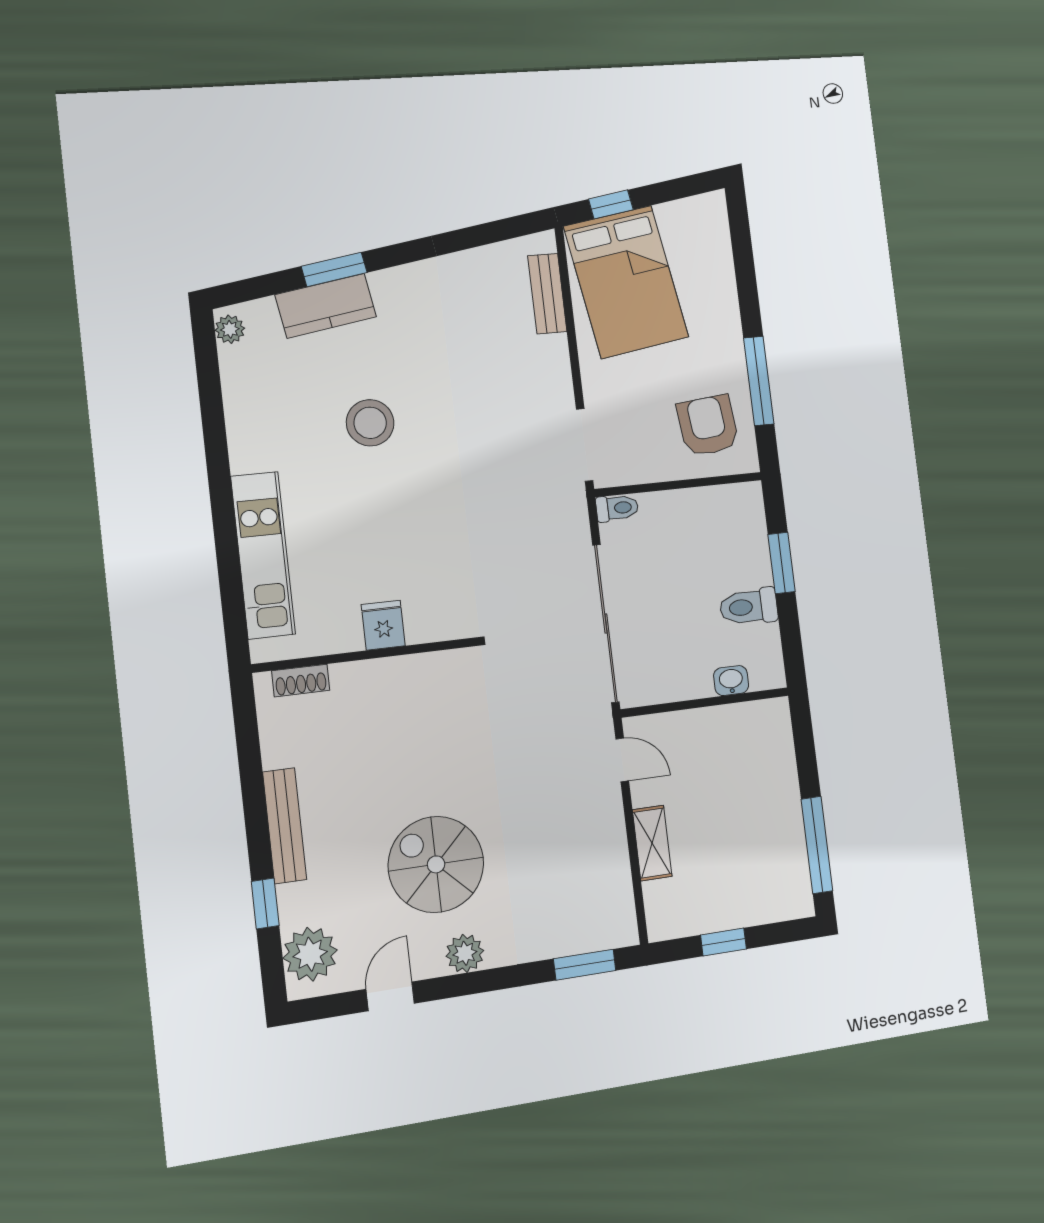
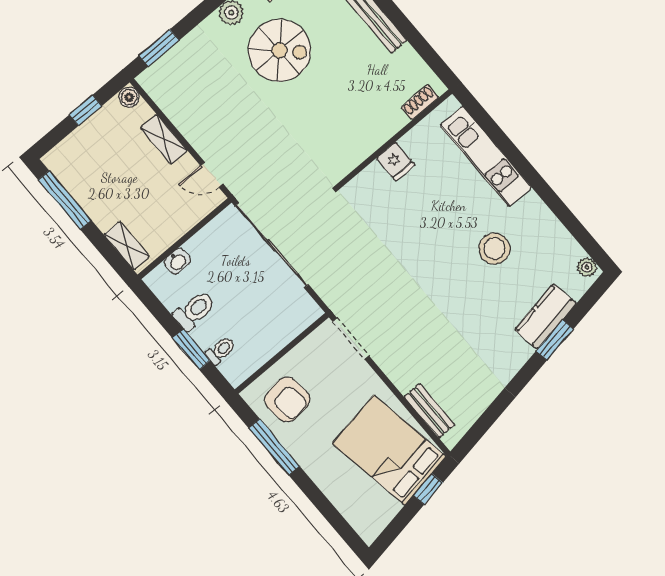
stool: (370, 423) -> (494, 249), moved
toilet: (617, 508) -> (221, 350), moved, turned 180
shelving: (779, 740) -> (127, 246), added
boiler: (661, 924) -> (129, 97), added

